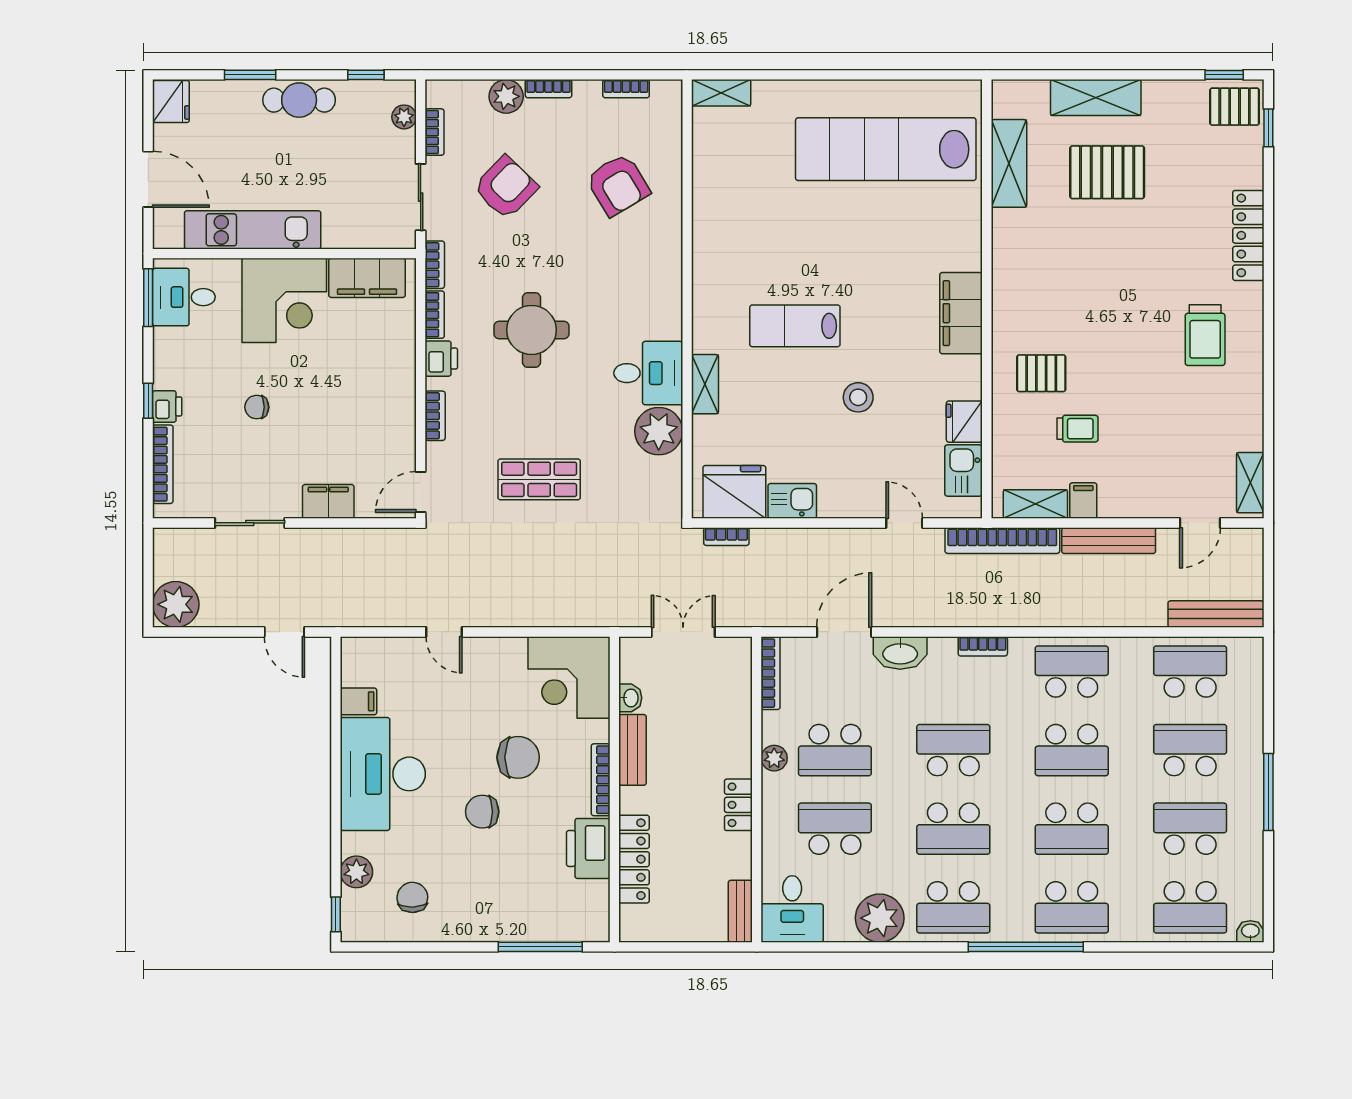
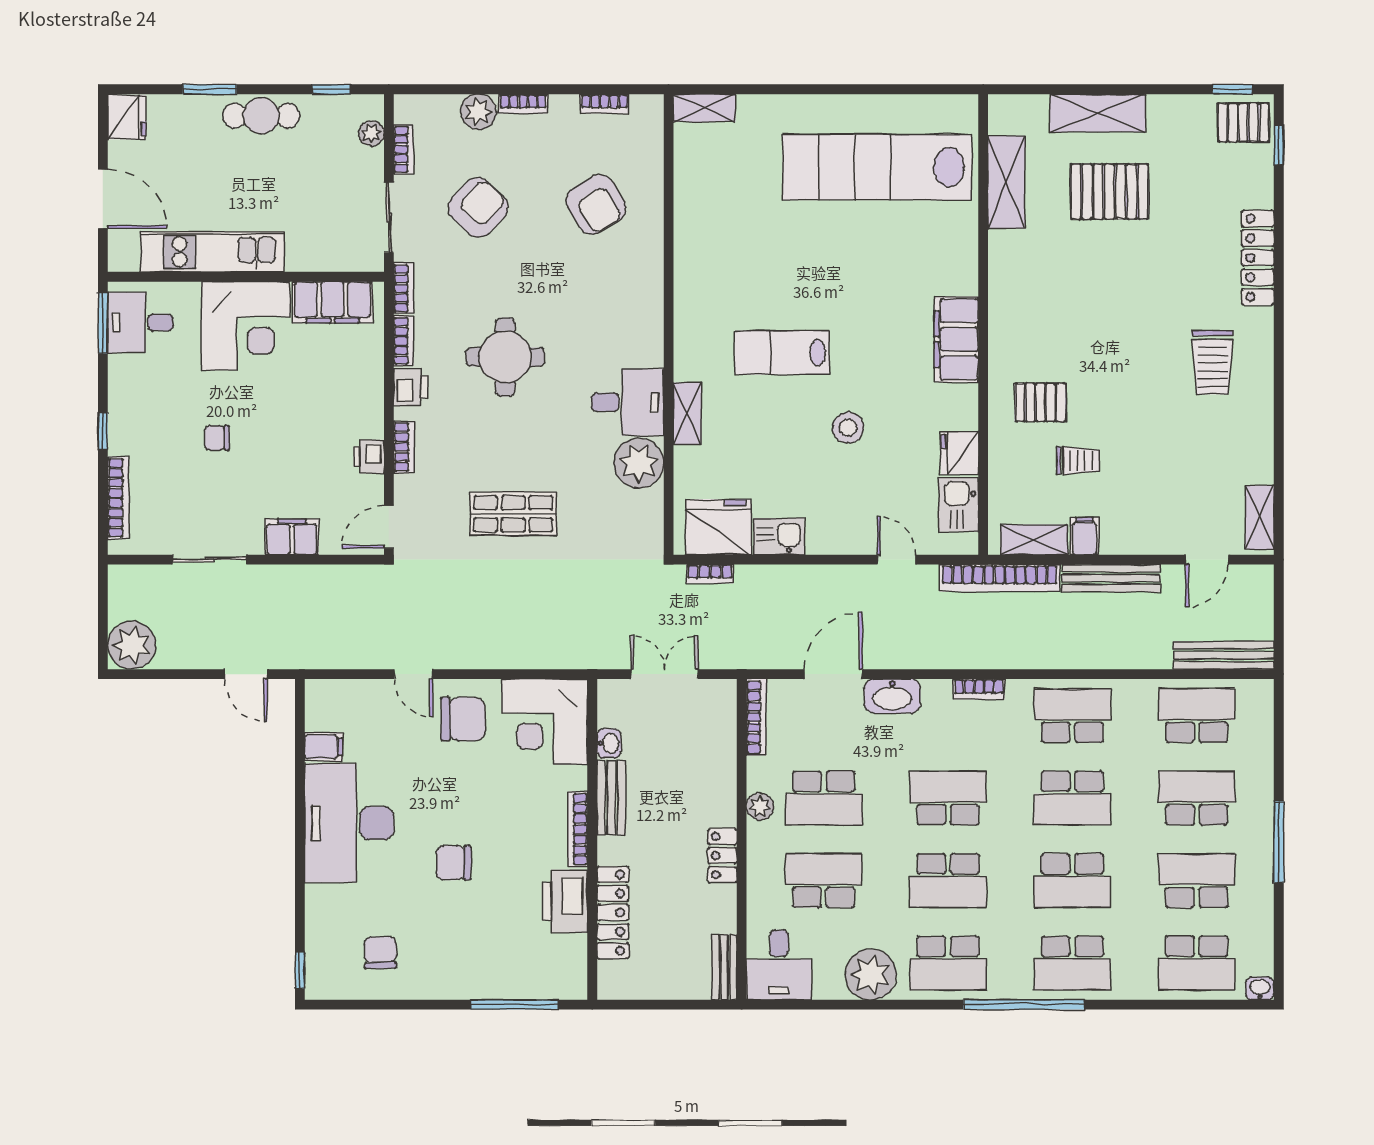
printer: (167, 406) -> (369, 457), moved, turned 180
chair: (518, 757) -> (463, 719), moved
plant: (356, 872) -> (321, 926), removed

